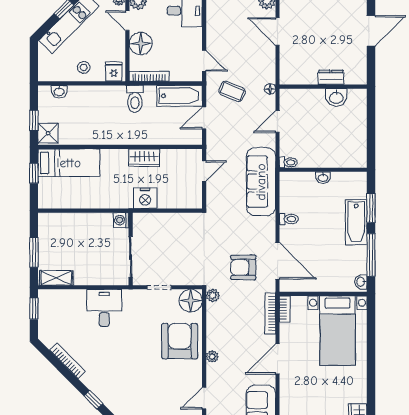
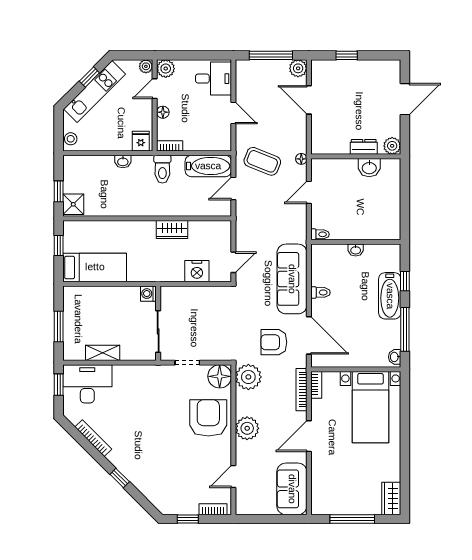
door: (127, 21) -> (155, 89), hinge flipped
floor lamp: (141, 44) -> (163, 112), width x0.53, depth x0.53
door: (204, 61) -> (233, 113), moved
stool: (84, 67) -> (71, 139), moved
bookcase: (149, 76) -> (170, 146), width x0.64
plant: (359, 76) -> (392, 146), added
coffee table: (232, 91) -> (262, 161), width x1.36, depth x1.30
washbasin: (59, 92) -> (123, 162), moved
bed: (69, 163) -> (95, 267), moved
door: (204, 171) -> (233, 262), moved
sofa: (261, 182) -> (292, 279), moved
nightstand: (145, 198) -> (197, 271), moved
window: (371, 208) -> (405, 281), width x0.67
shelving: (56, 278) -> (103, 353), moved
plant: (213, 295) -> (248, 377), width x1.87, depth x1.87
desk: (104, 308) -> (87, 384), moved, width x1.37
plant: (212, 357) -> (247, 428), width x1.88, depth x1.88

